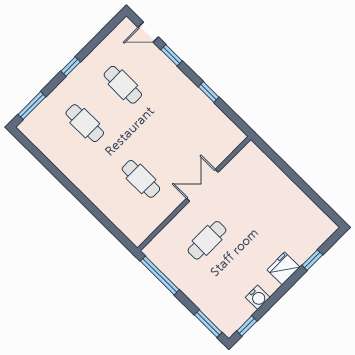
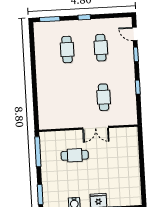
cafe table: (141, 179) -> (104, 97), moved
double door: (202, 185) -> (96, 128), swing flipped

